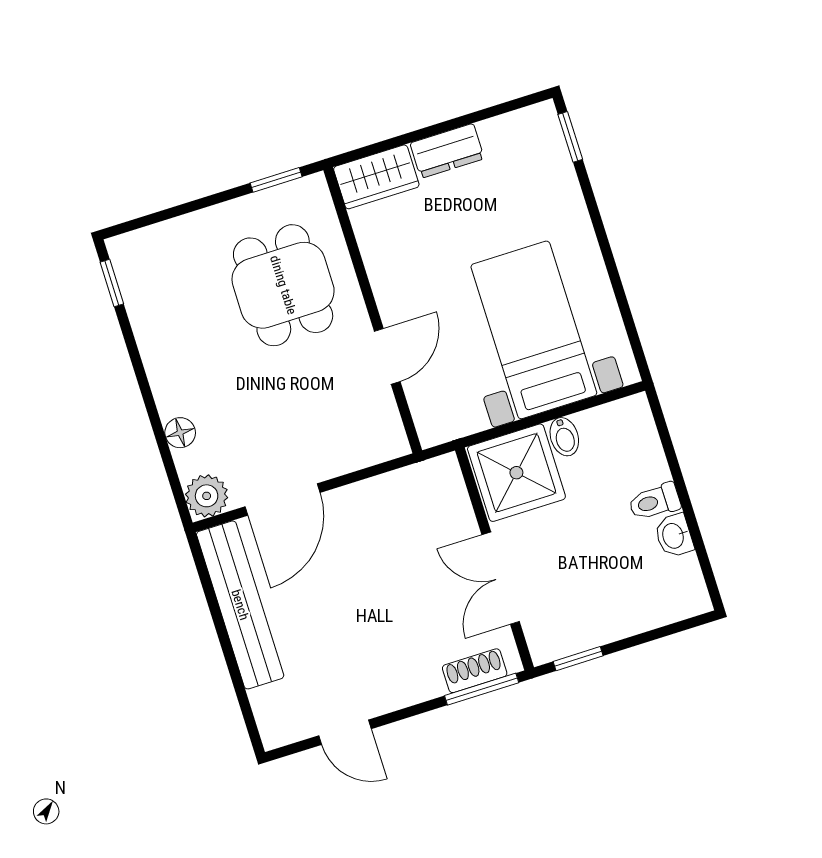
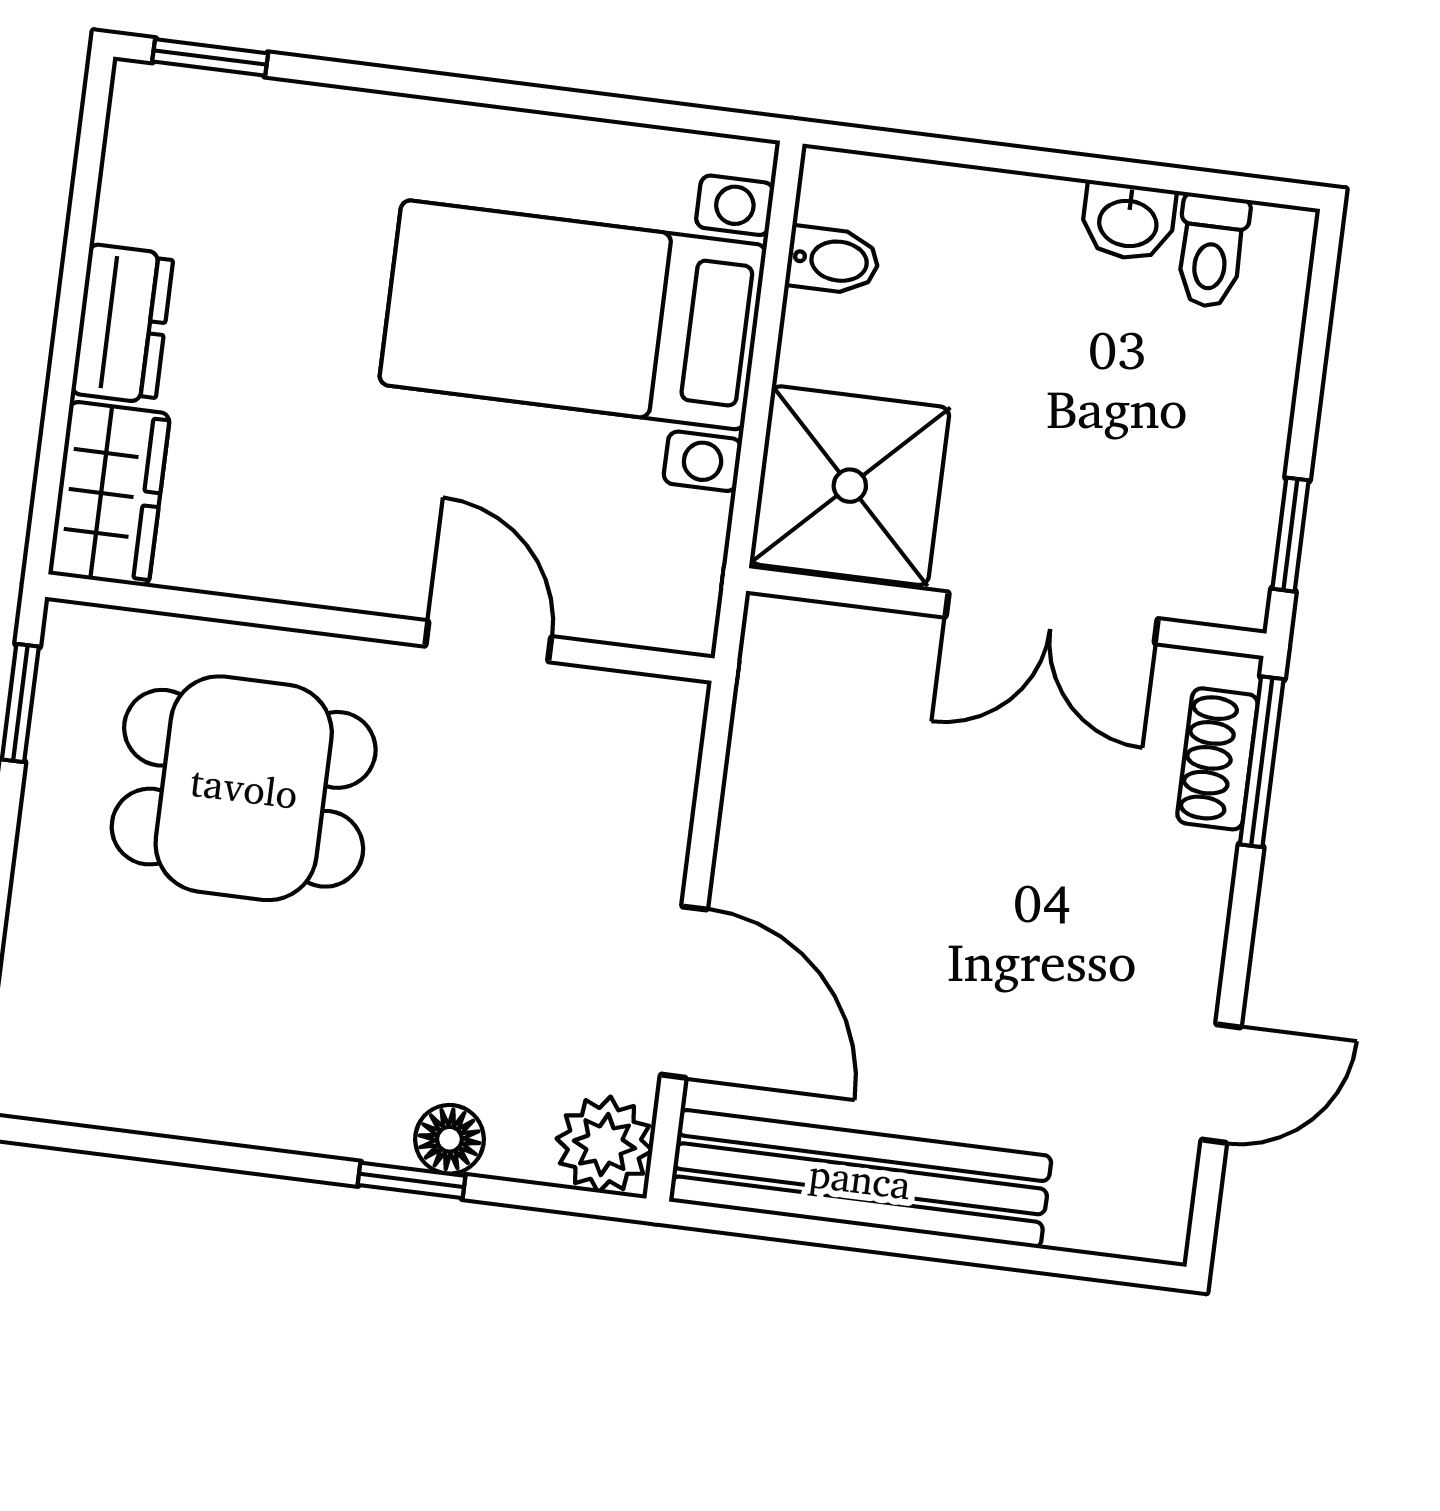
window: (112, 283) -> (412, 1180), moved
bidet: (564, 437) -> (833, 260), moved
toilet: (655, 502) -> (1211, 251), moved

